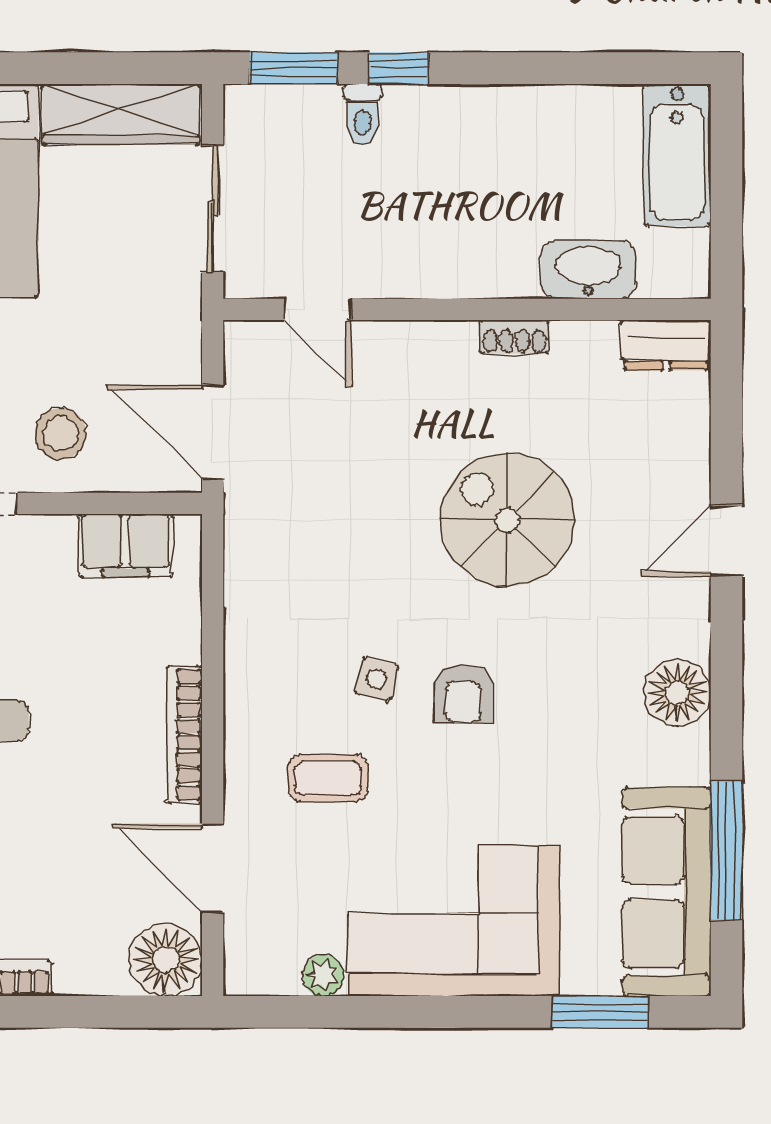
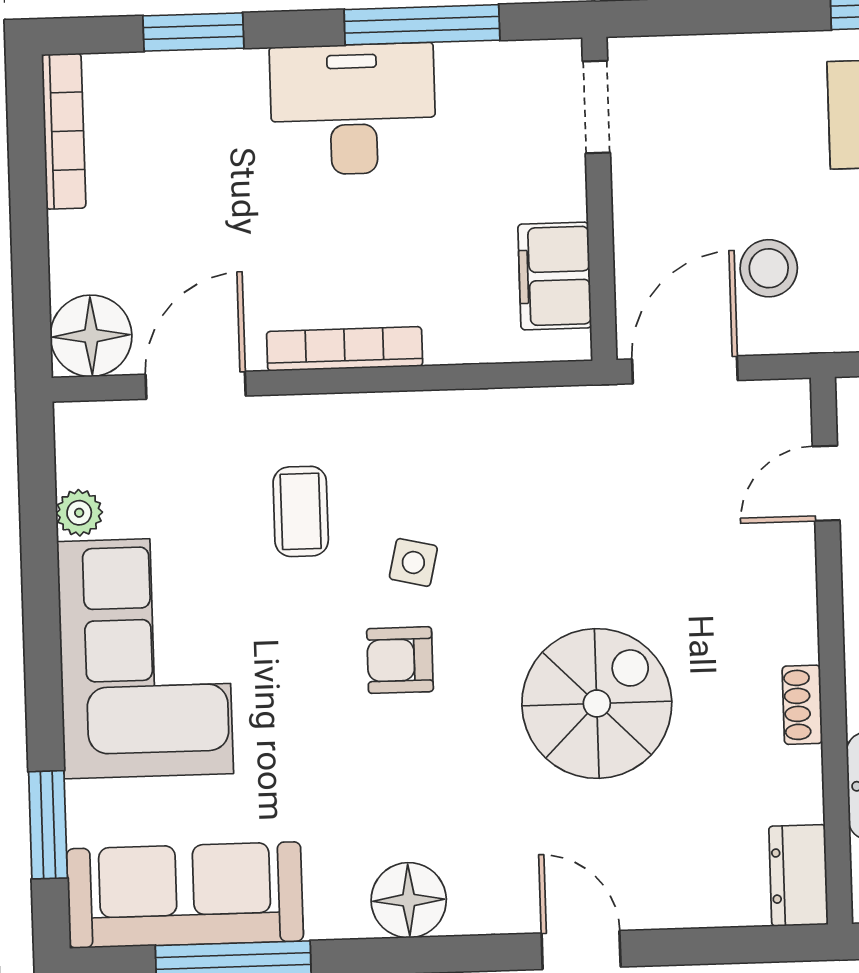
stool: (61, 434) -> (769, 268), moved

